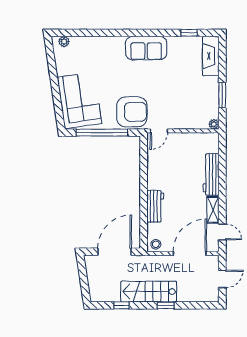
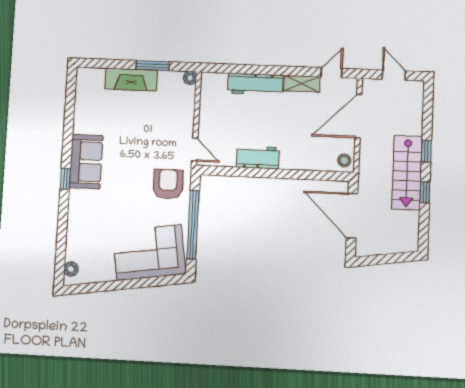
window: (189, 33) -> (65, 179), moved
fireplace: (211, 56) -> (131, 80), moved
armchair: (132, 112) -> (168, 184), width x0.73, depth x0.73
workbench: (155, 206) -> (258, 157), moved
door: (190, 254) -> (358, 116), hinge flipped
window: (122, 305) -> (425, 192), moved

